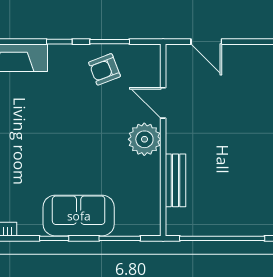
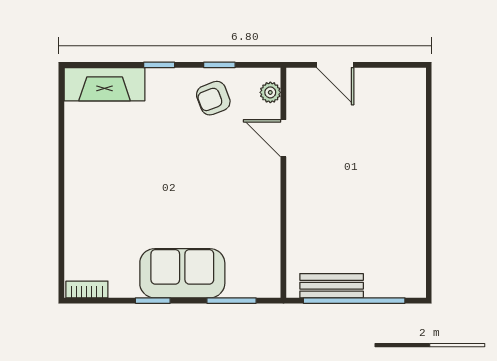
window: (110, 42) -> (219, 65), width x0.67
plant: (144, 139) -> (270, 92), moved, width x0.53, depth x0.53
bench: (176, 180) -> (332, 286), moved, turned 90

